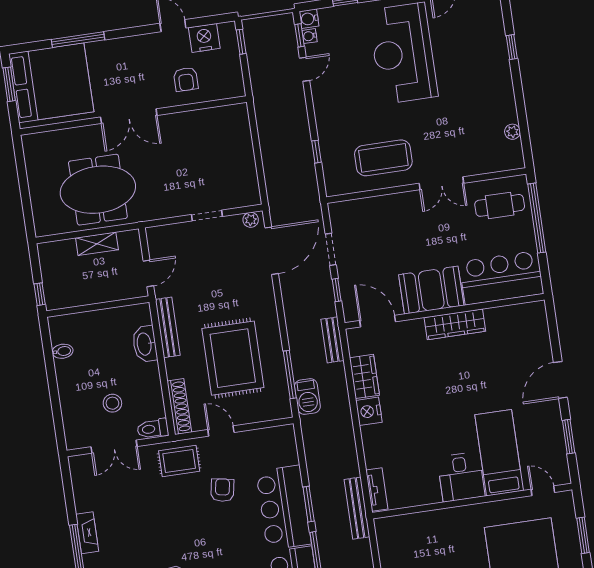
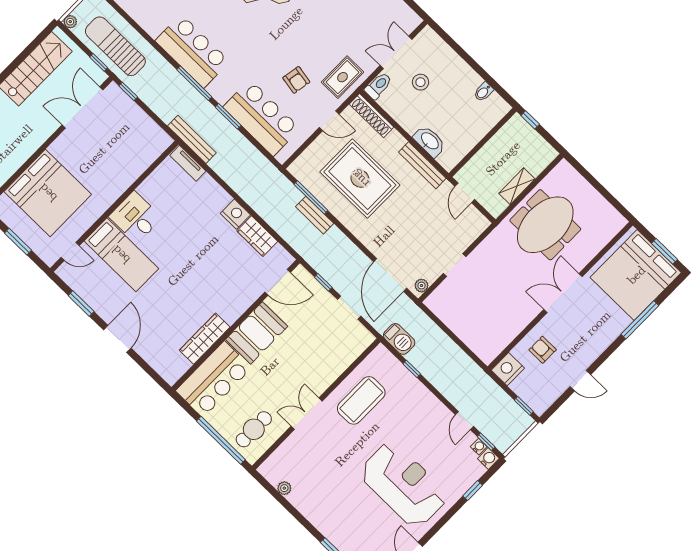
nightstand: (204, 38) -> (508, 369), moved, turned 180
wardrobe: (455, 324) -> (205, 339), moved
bench: (332, 340) -> (315, 215), moved
barbecue: (307, 396) -> (399, 339), moved, turned 180
bar counter: (284, 508) -> (262, 118), moved

